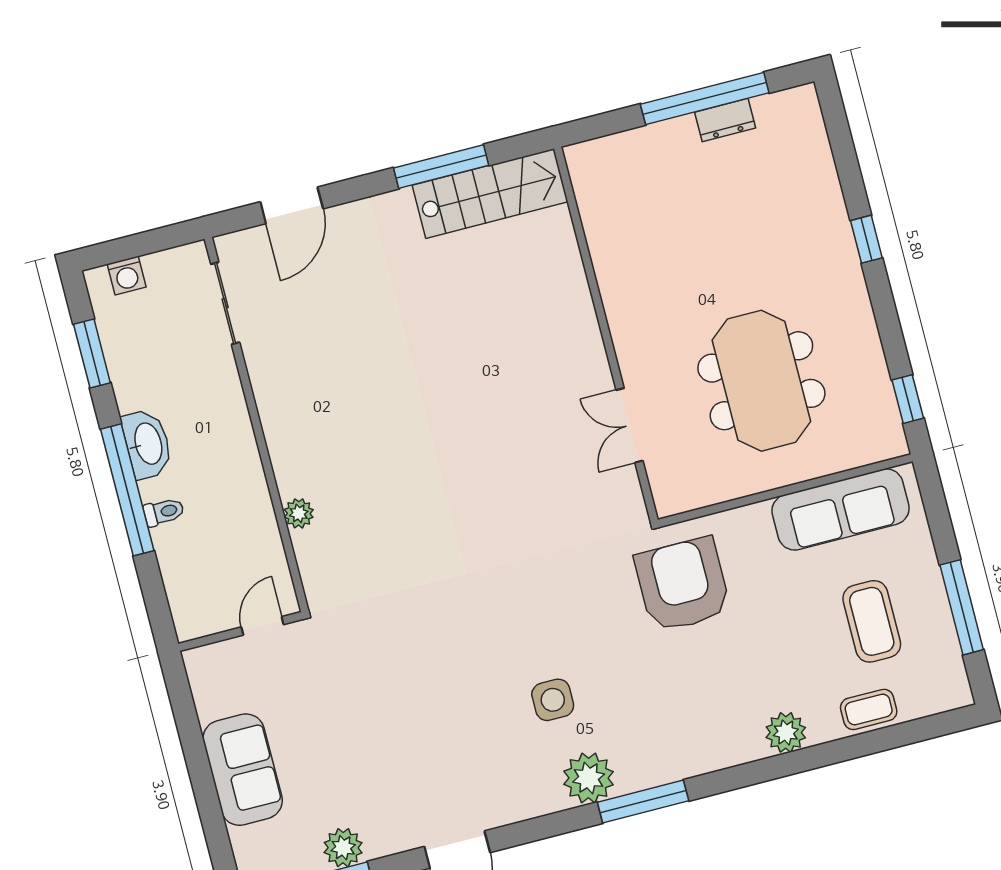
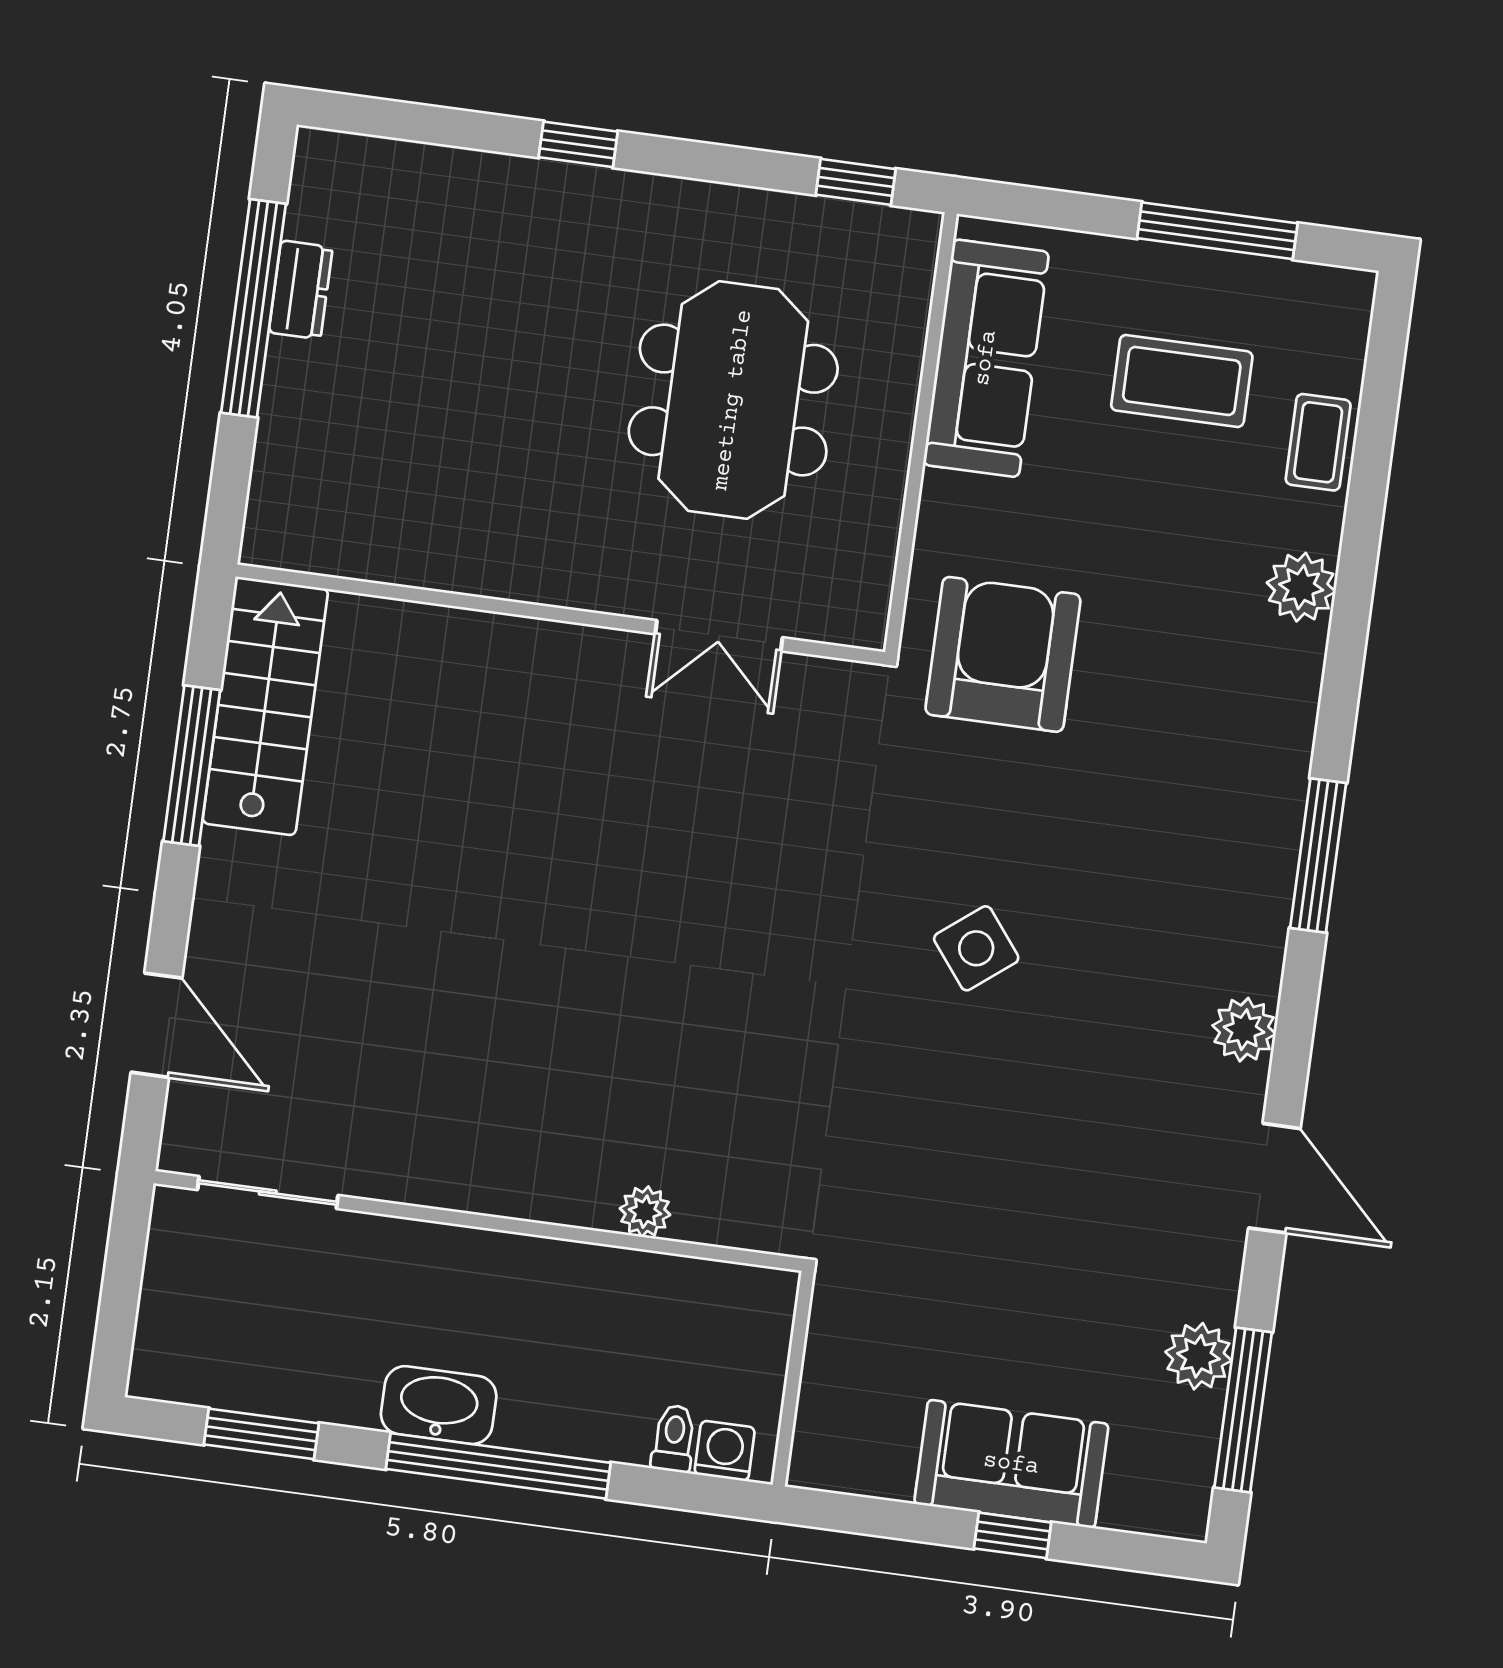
washing machine: (127, 276) -> (725, 1451), moved, turned -90
meeting table: (761, 381) -> (733, 400), turned 90
toilet: (164, 512) -> (674, 1439), moved
armchair: (683, 585) -> (1003, 654), turned 90
door: (263, 626) -> (798, 1341), removed
side table: (553, 700) -> (976, 948), moved, turned -38
plant: (589, 778) -> (1244, 1030), moved, width x0.73, depth x0.73
window: (204, 786) -> (1013, 1535), added

